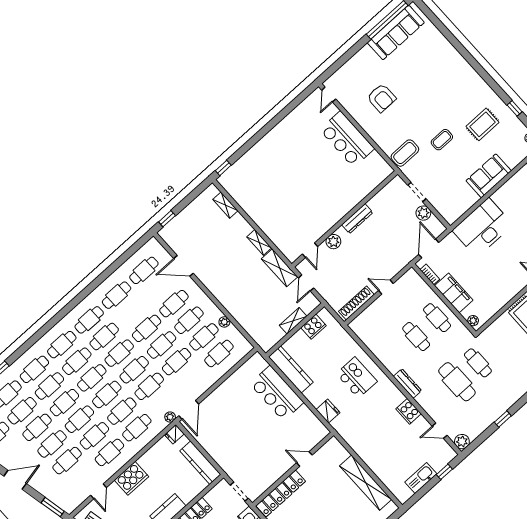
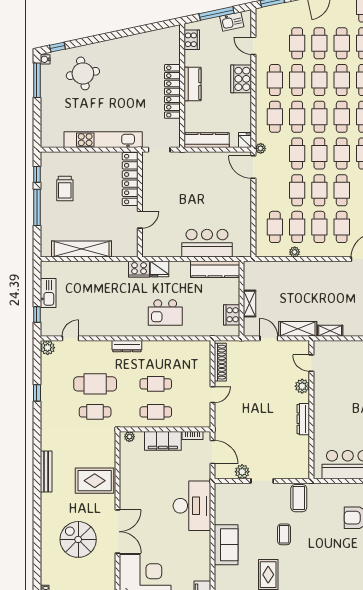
wall: (345, 219) -> (311, 410), moved
dresser: (357, 219) -> (303, 419), moved
plant: (333, 242) -> (302, 386), moved
door: (310, 250) -> (311, 363), moved
cooker: (409, 411) -> (139, 269), moved, turned 180

